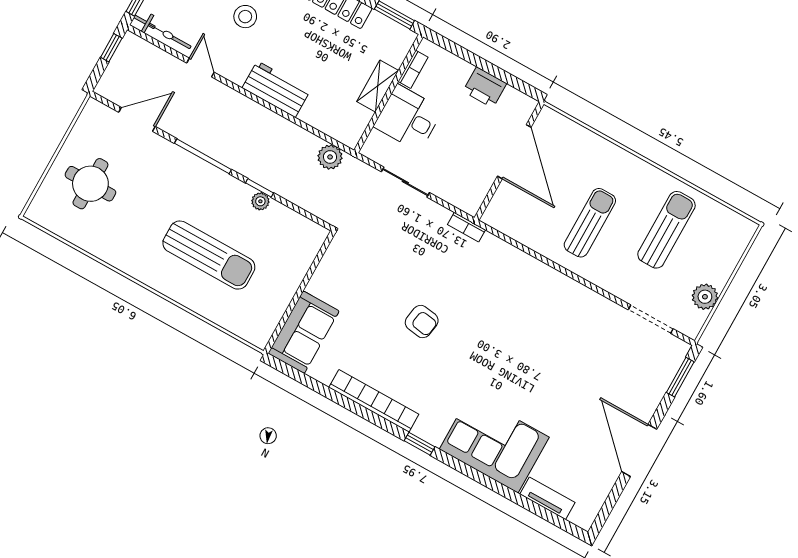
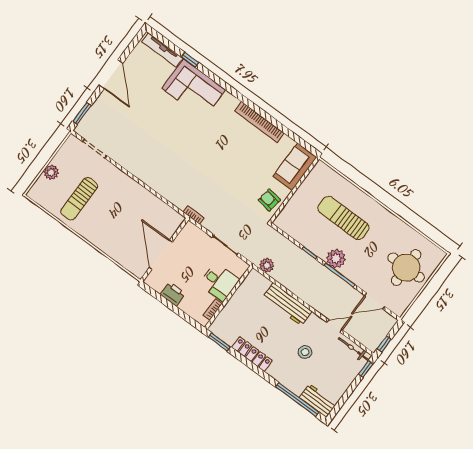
door: (200, 68) -> (335, 326), swing flipped
shelving: (378, 86) -> (234, 302), removed
workbench: (276, 89) -> (287, 304), width x1.38
round table: (90, 184) -> (406, 268), width x1.36, depth x1.36
plant: (260, 201) -> (336, 259), moved, width x1.88, depth x1.88
sun lounger: (590, 223) -> (123, 208), removed
plant: (705, 297) -> (51, 172), moved
armchair: (422, 322) -> (269, 200), moved
window: (420, 444) -> (190, 60), moved
tv unit: (547, 498) -> (162, 50), width x1.41

